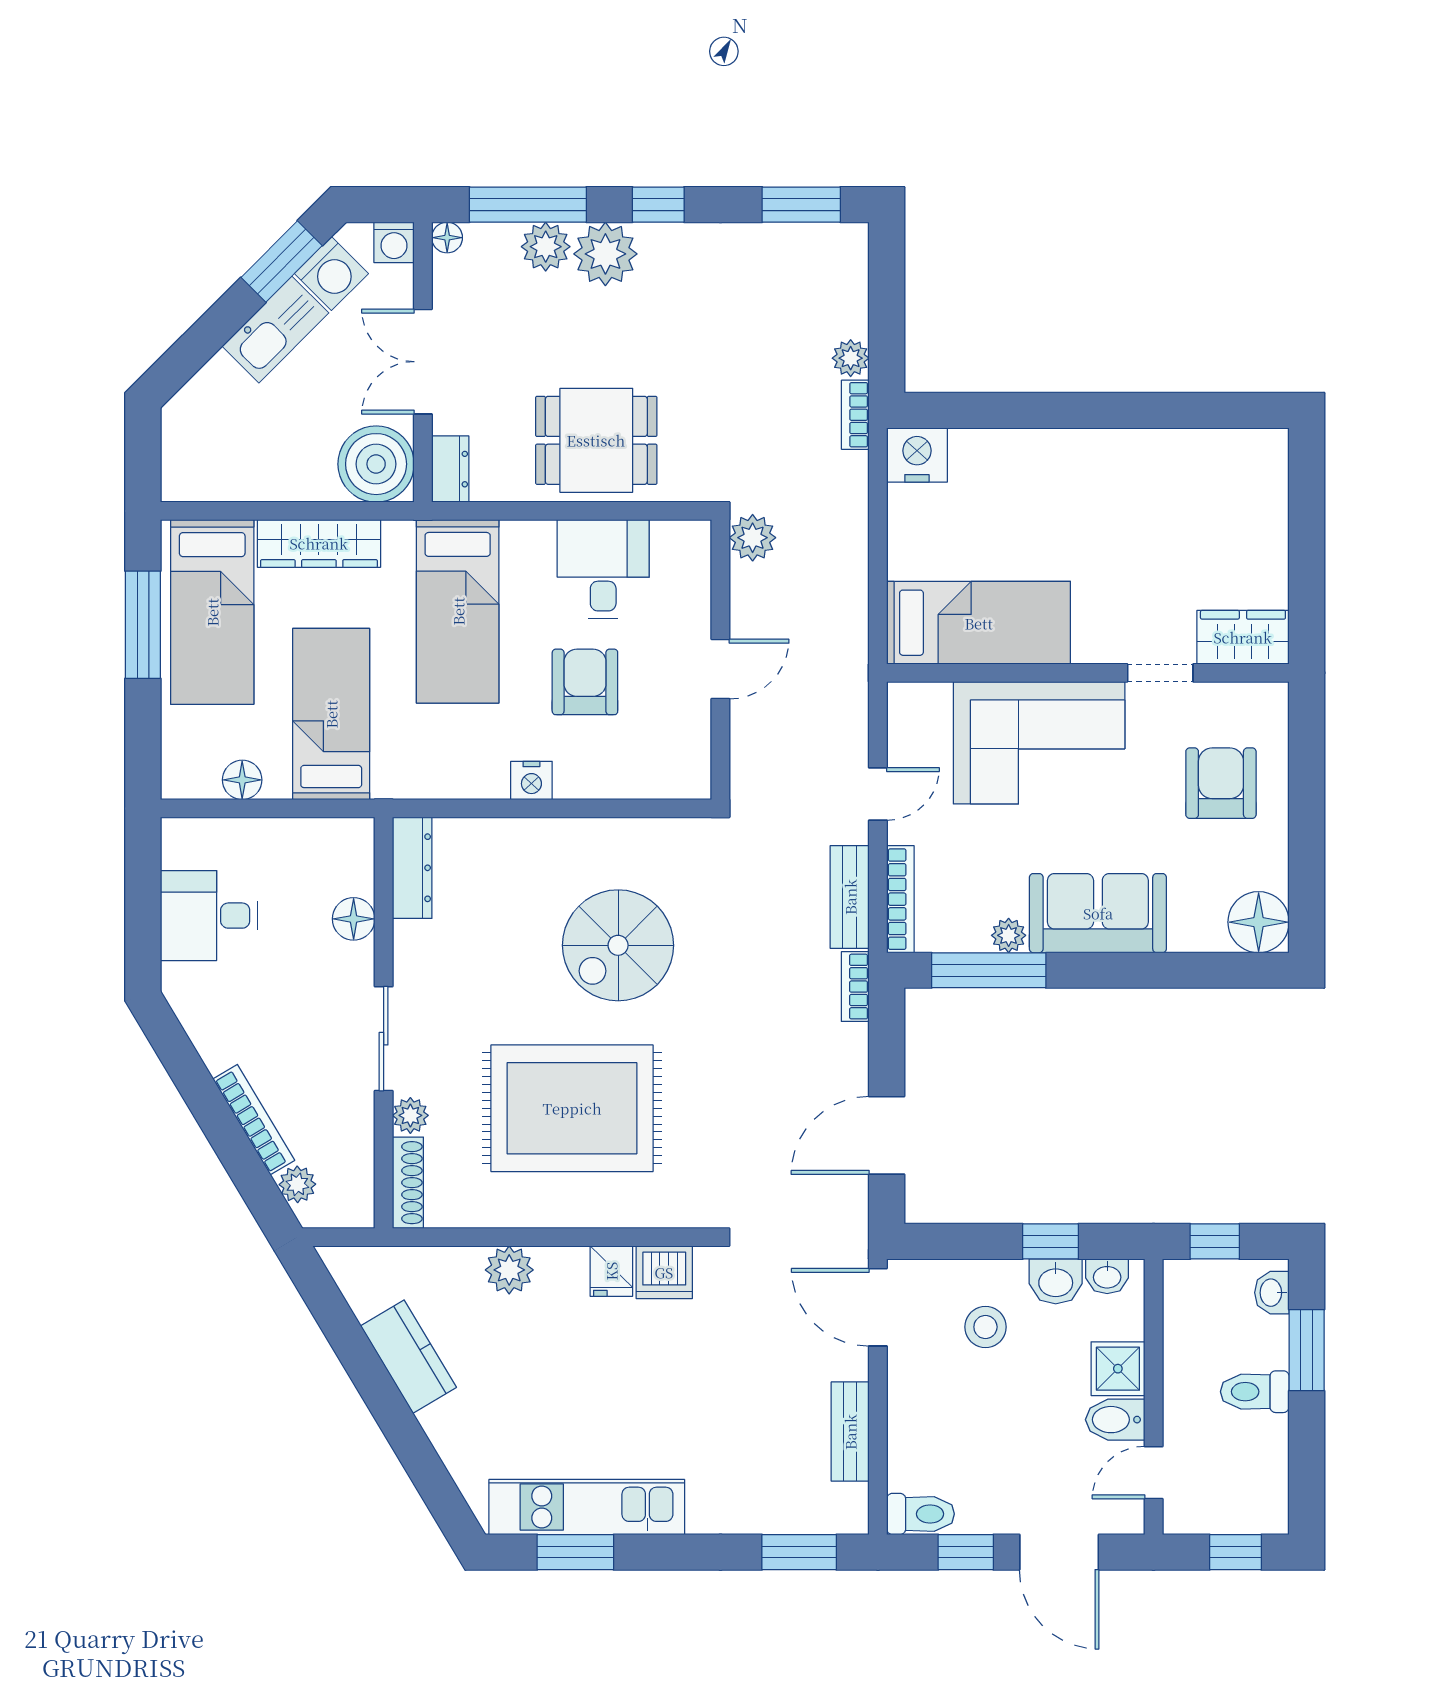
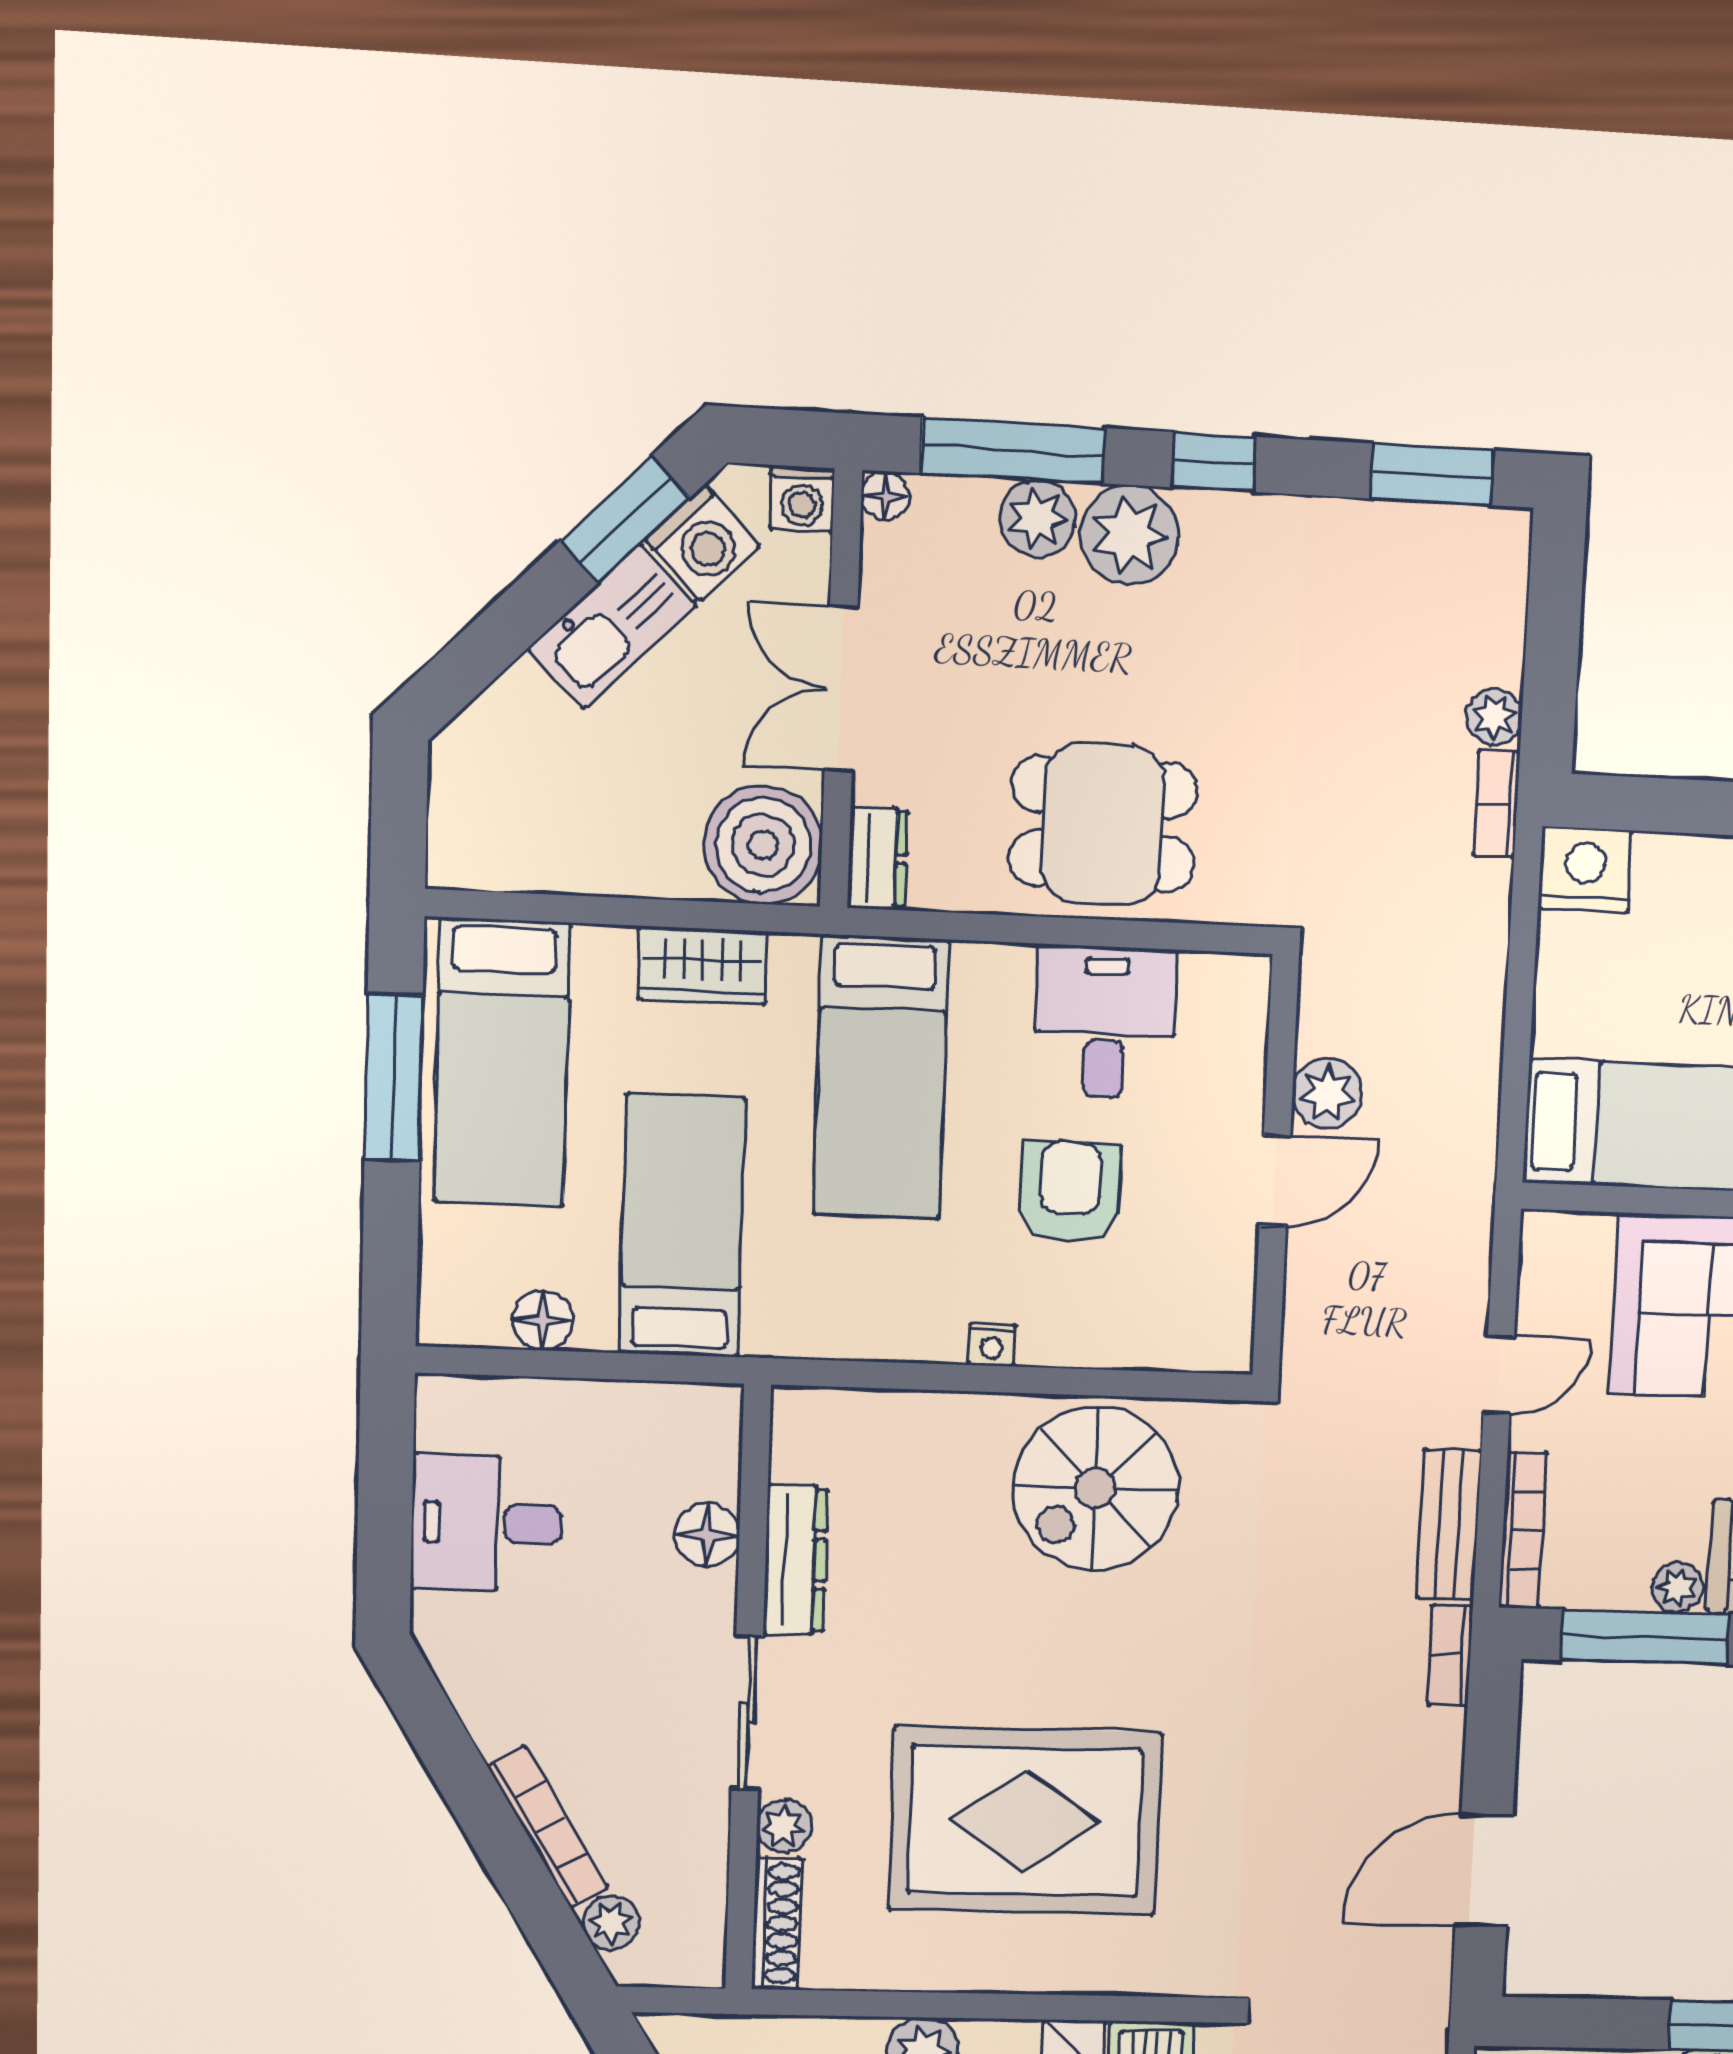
plant: (753, 538) -> (1327, 1093), moved
wardrobe: (319, 543) -> (703, 965), width x0.67
nightstand: (531, 780) -> (992, 1345), width x0.72, depth x0.74
dresser: (412, 868) -> (795, 1560), moved
spiral stairs: (618, 945) -> (1095, 1488), moved

